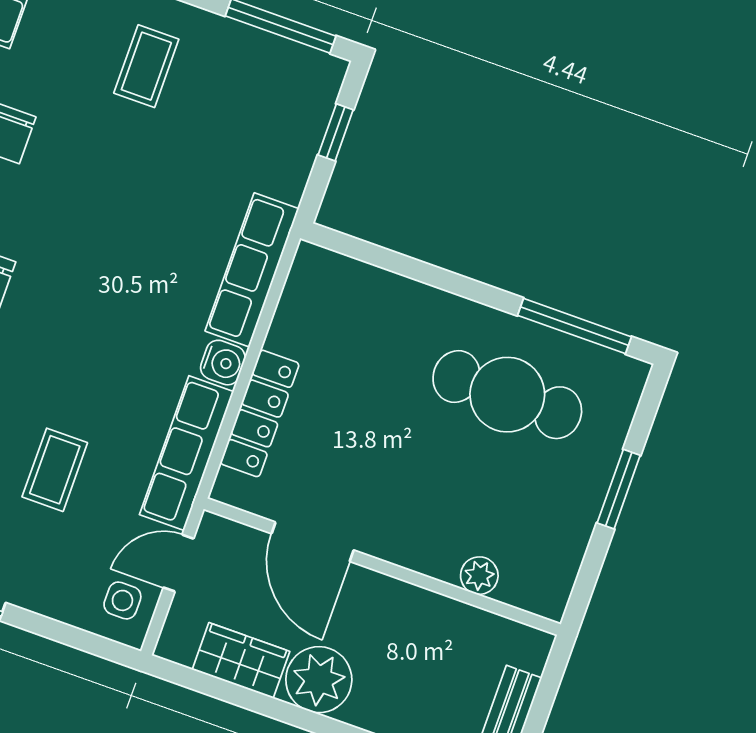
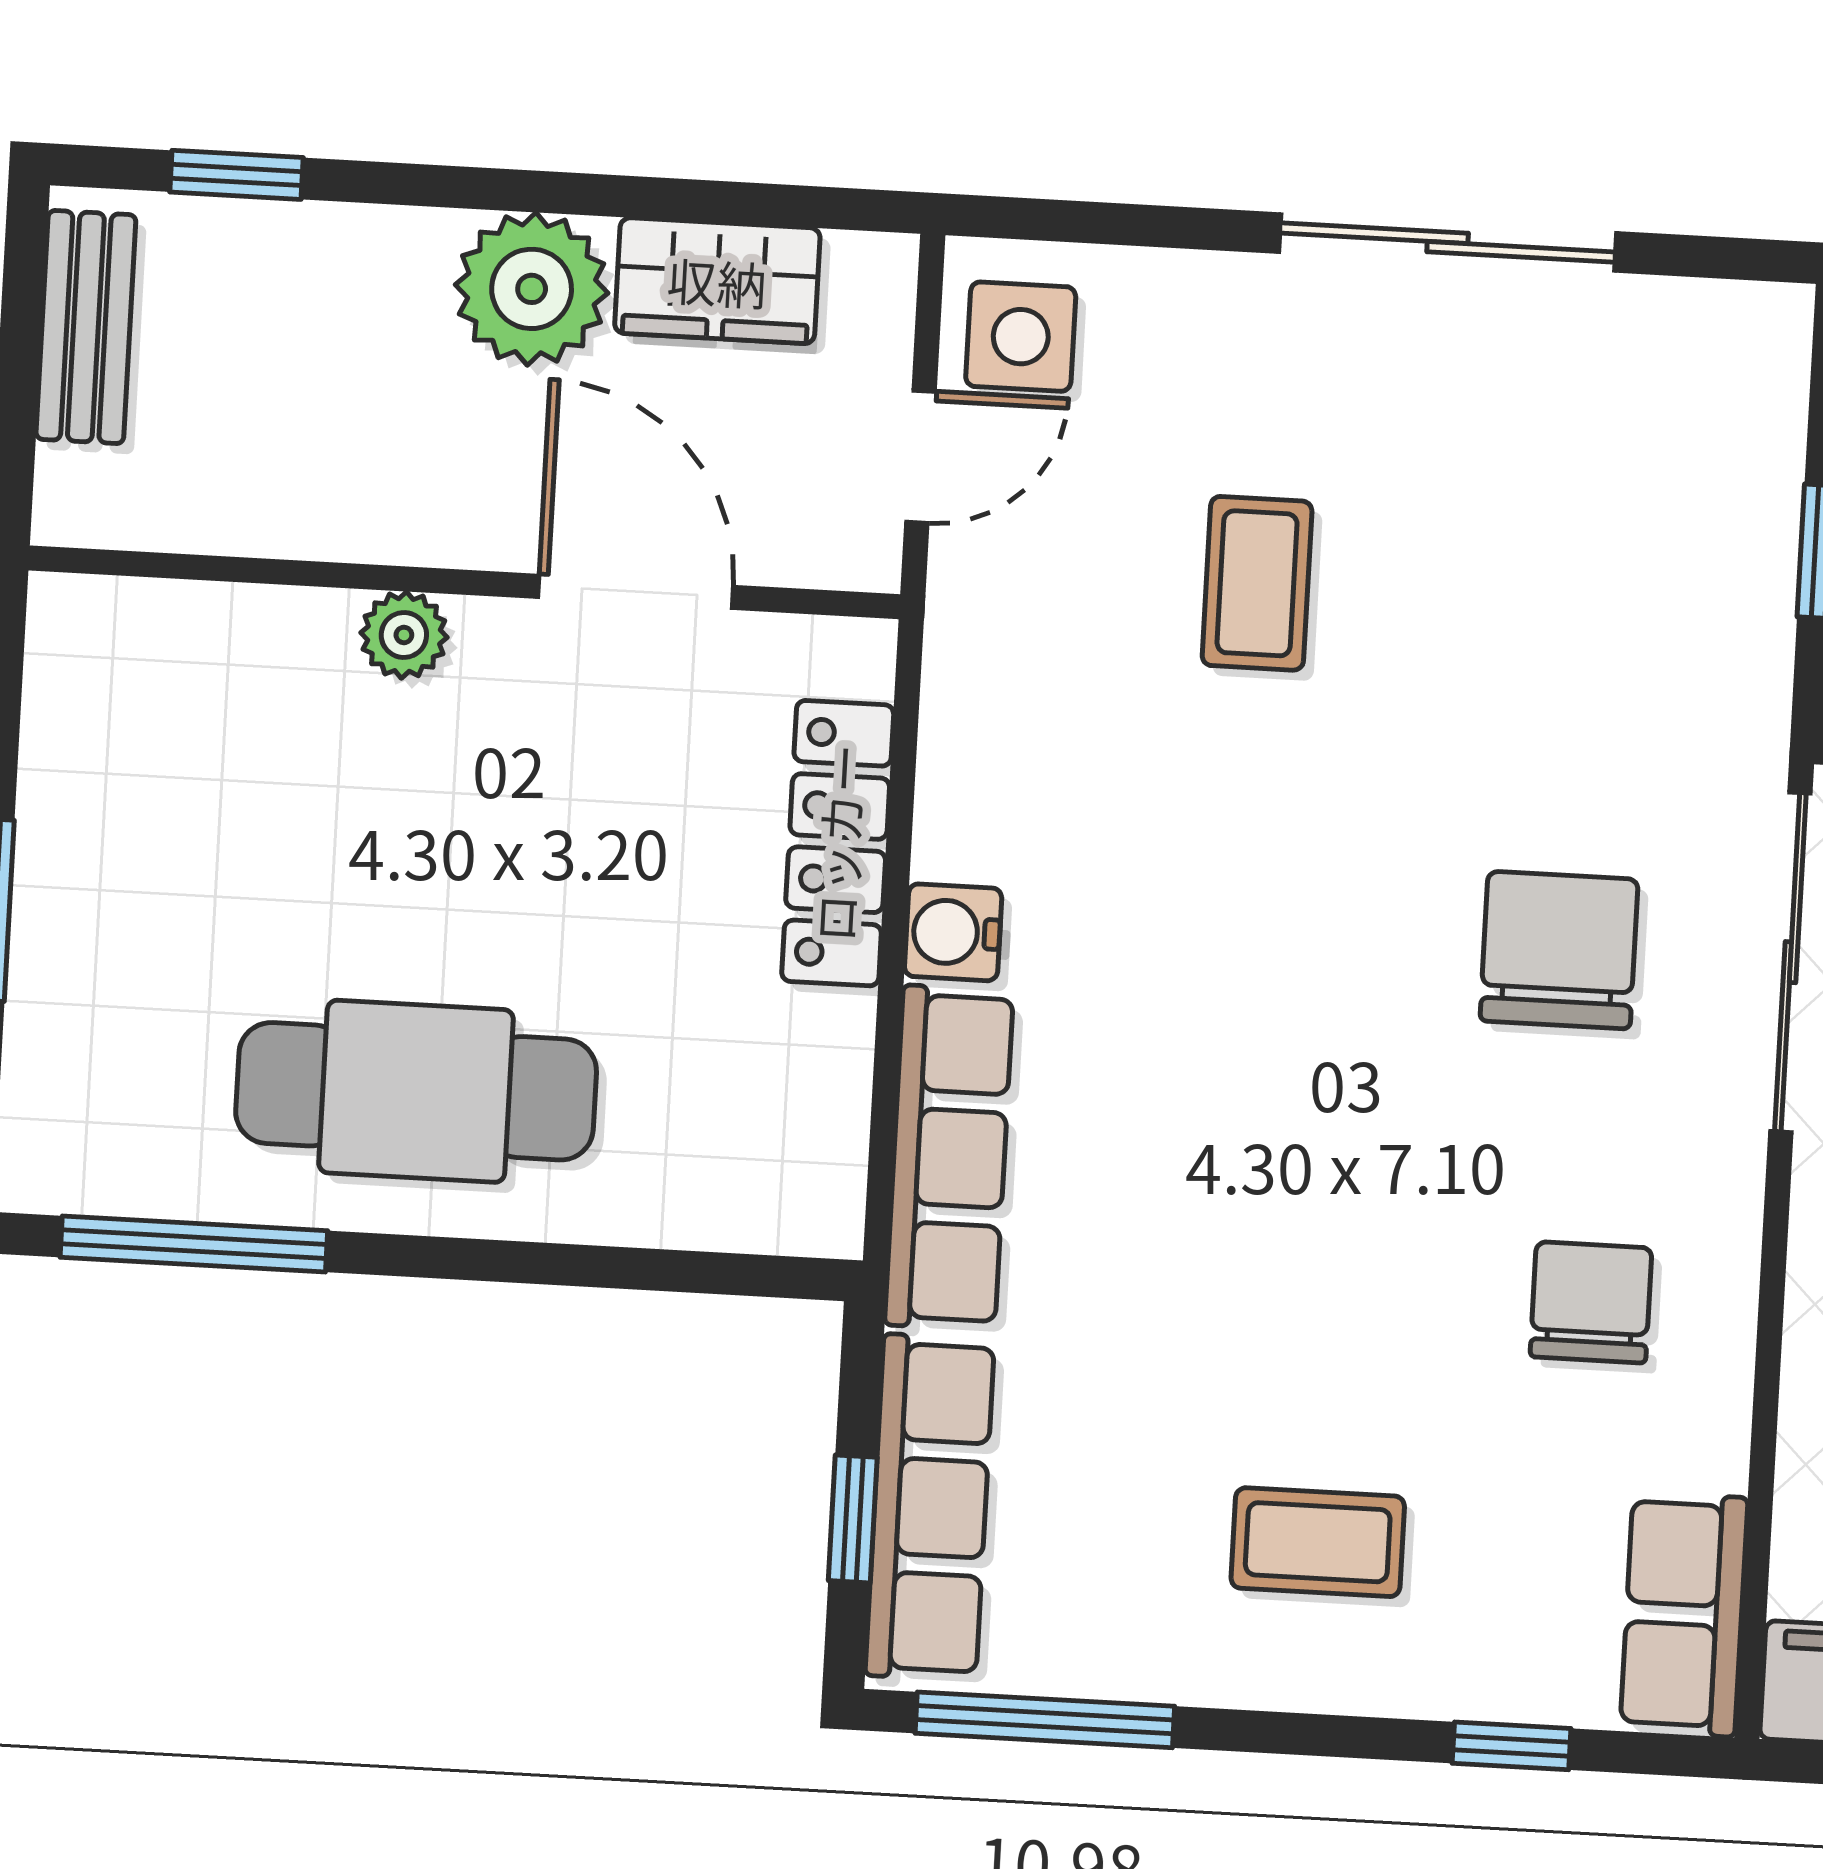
coffee table: (146, 66) -> (1318, 1542), turned 90
cafe table: (507, 395) -> (416, 1091), moved
row of seats: (187, 453) -> (930, 1507), moved
plant: (479, 576) -> (404, 635), moved
side table: (122, 600) -> (1021, 337), width x1.37, depth x1.37

